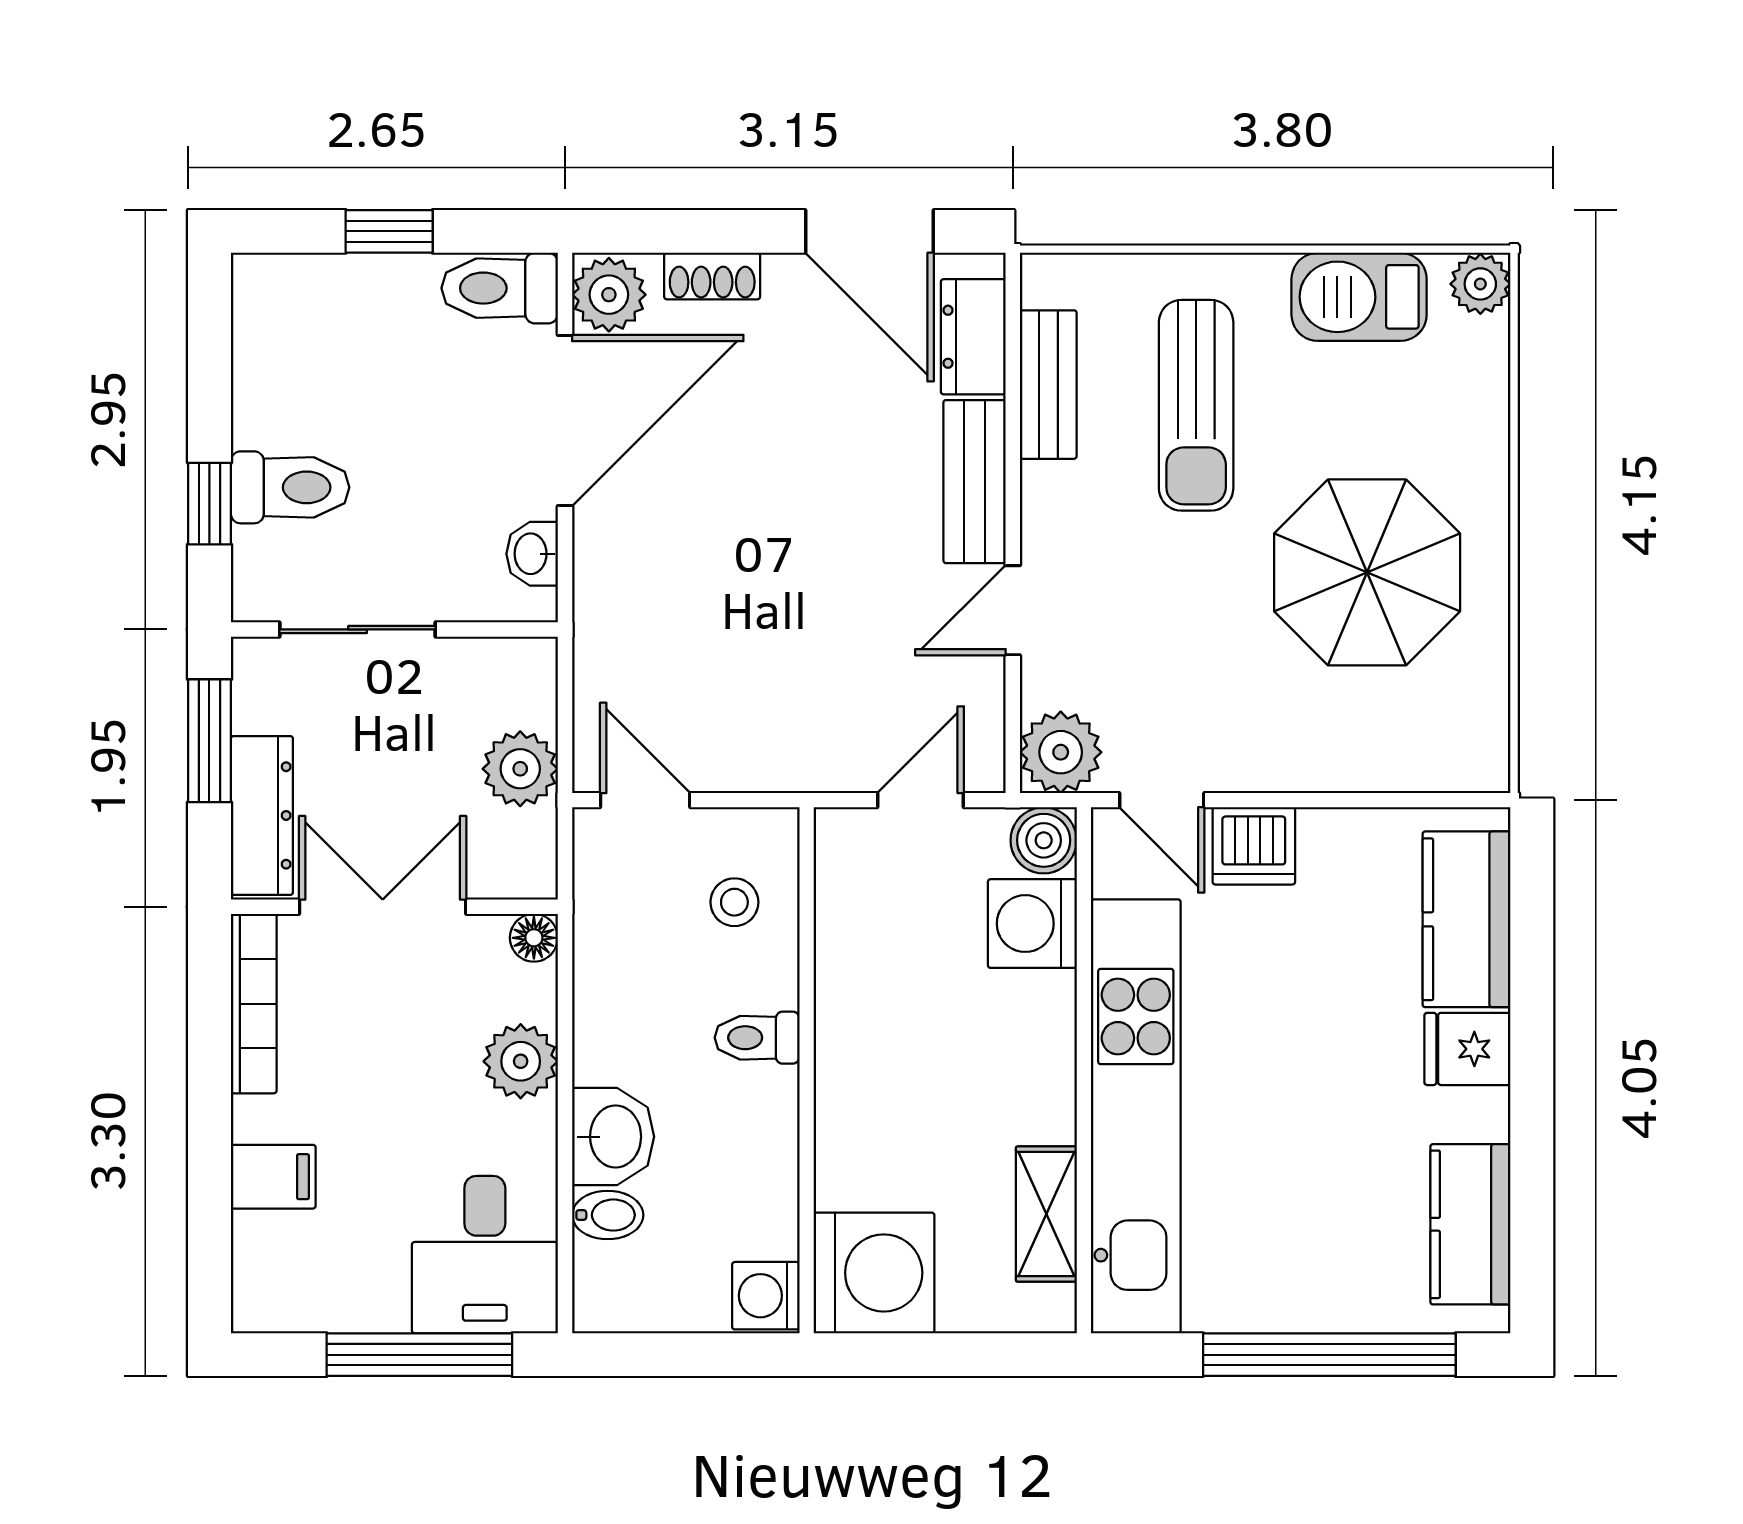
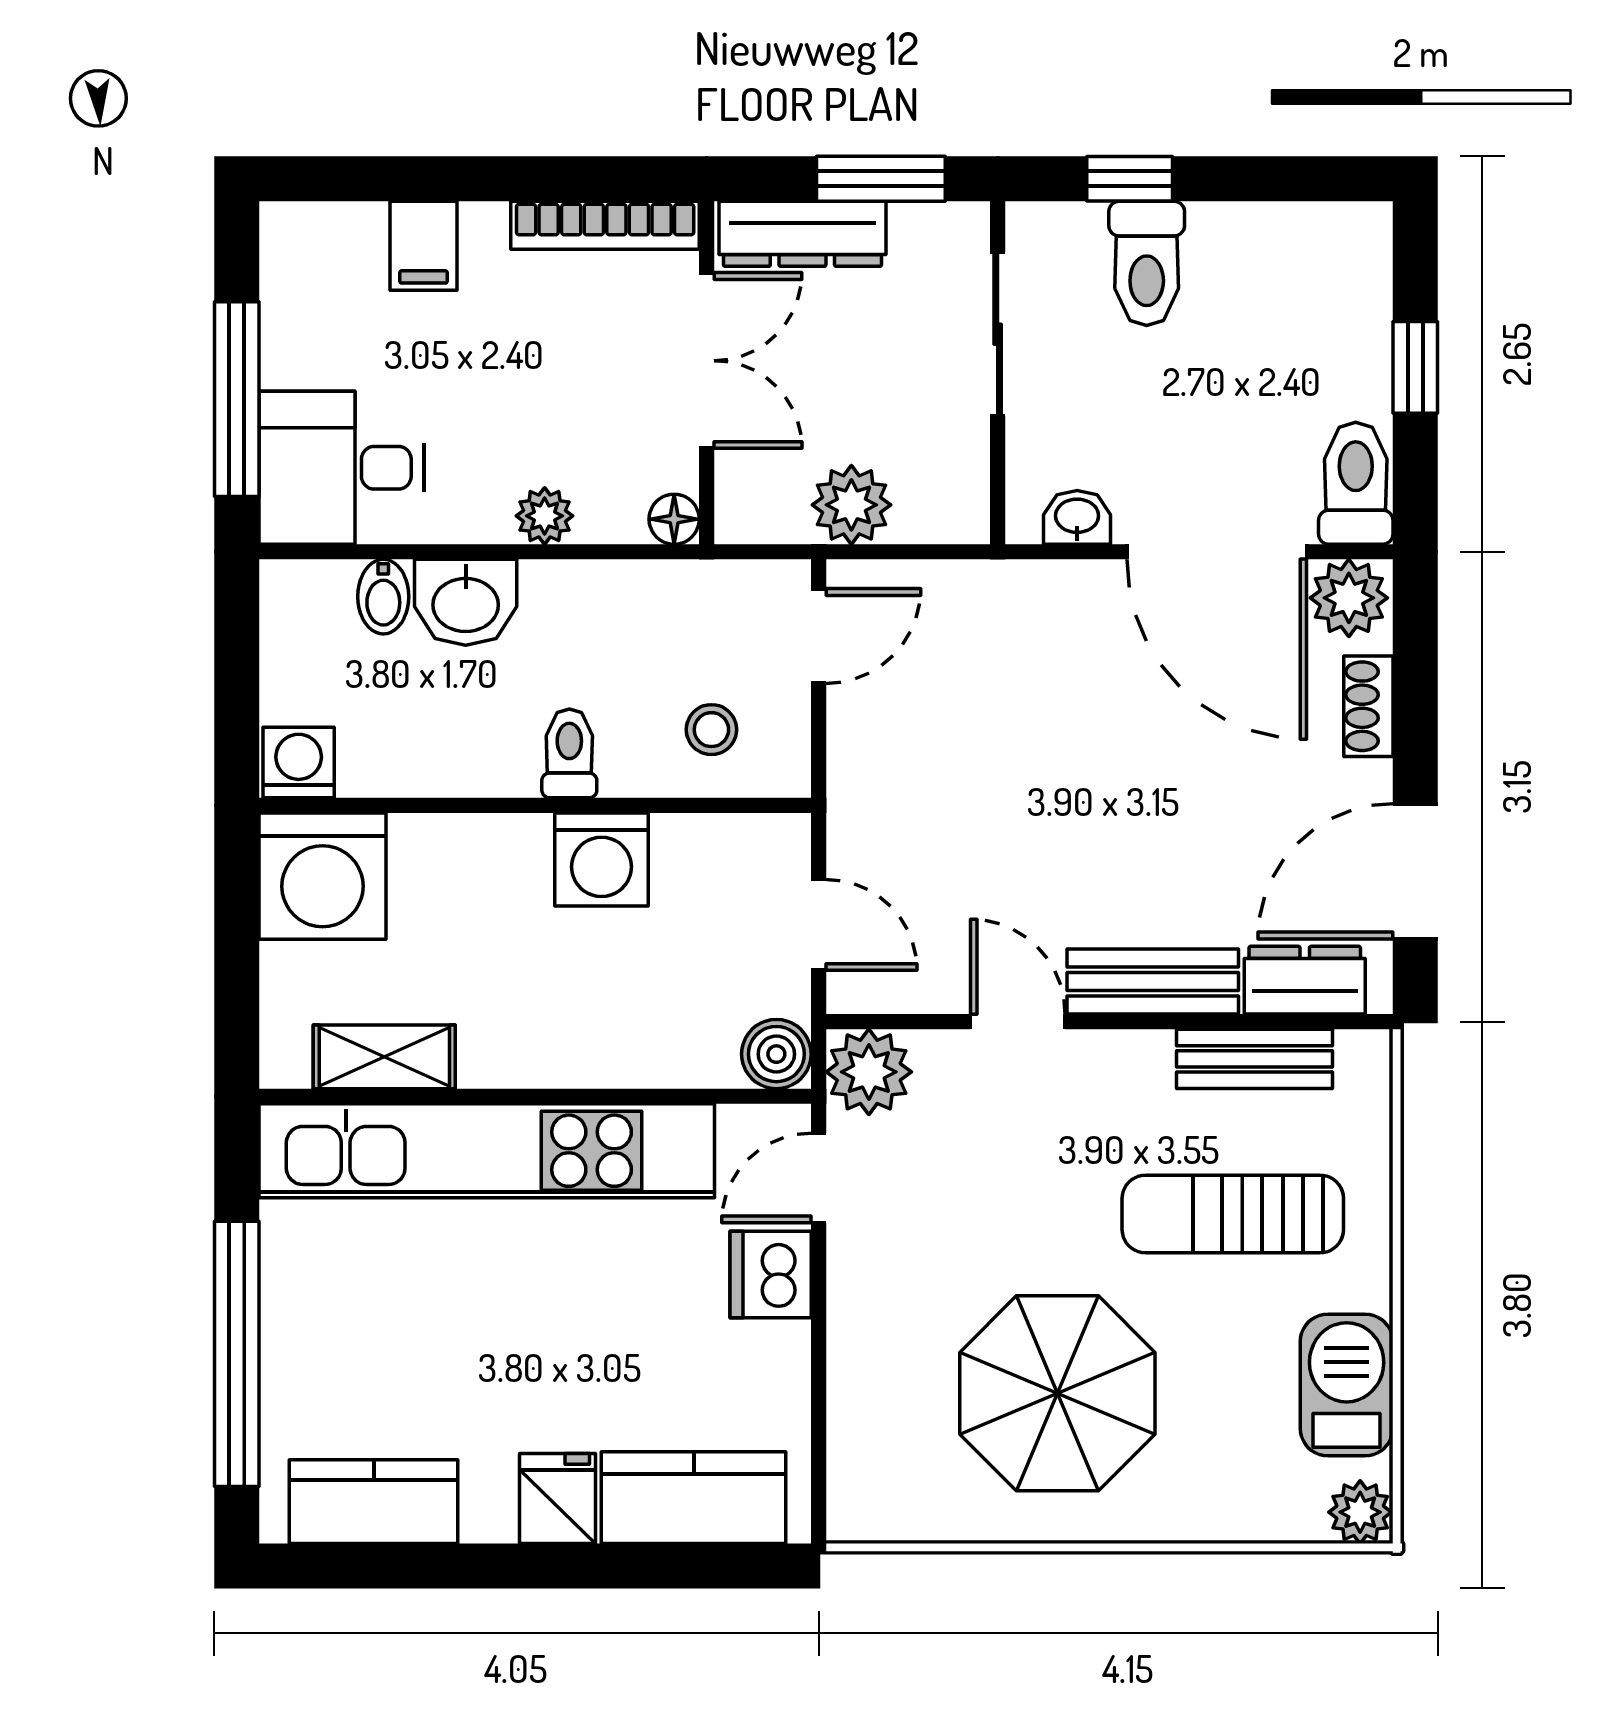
washing machine: (1032, 924) -> (602, 859), moved, turned 180
plant: (521, 1061) -> (545, 516), width x0.73, depth x0.73

